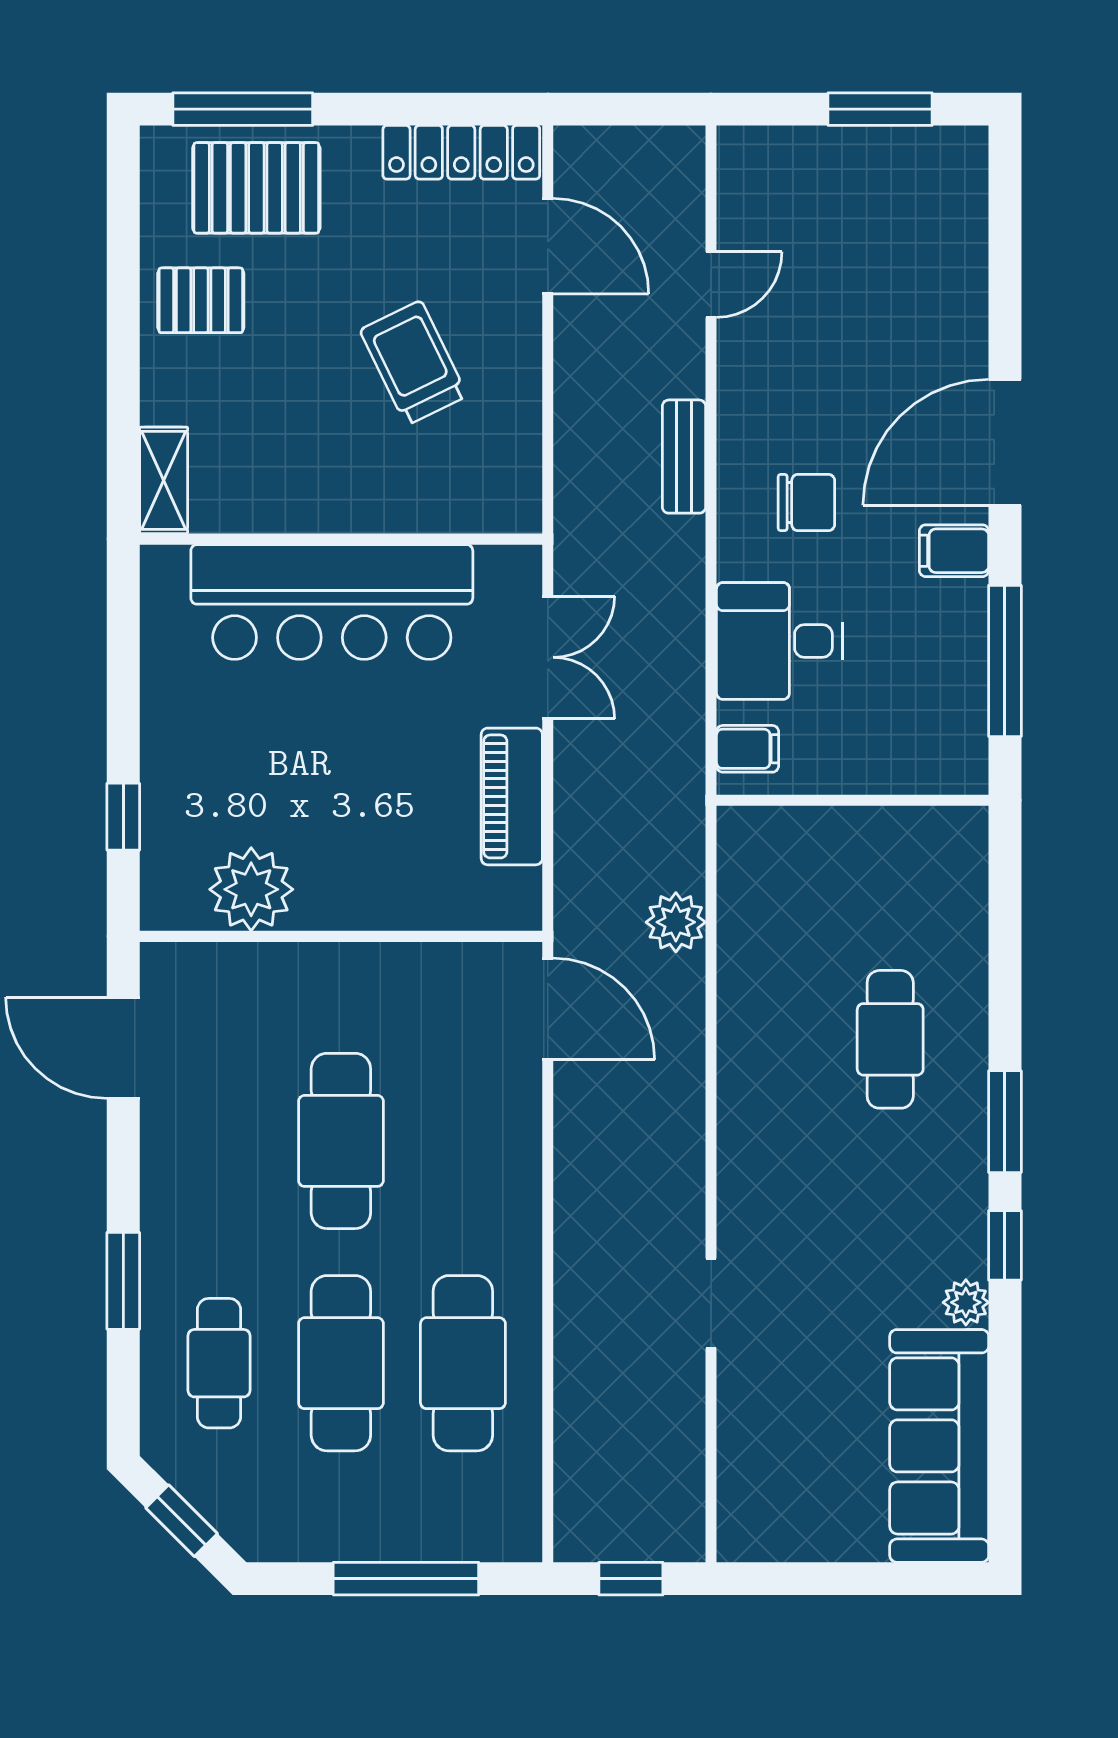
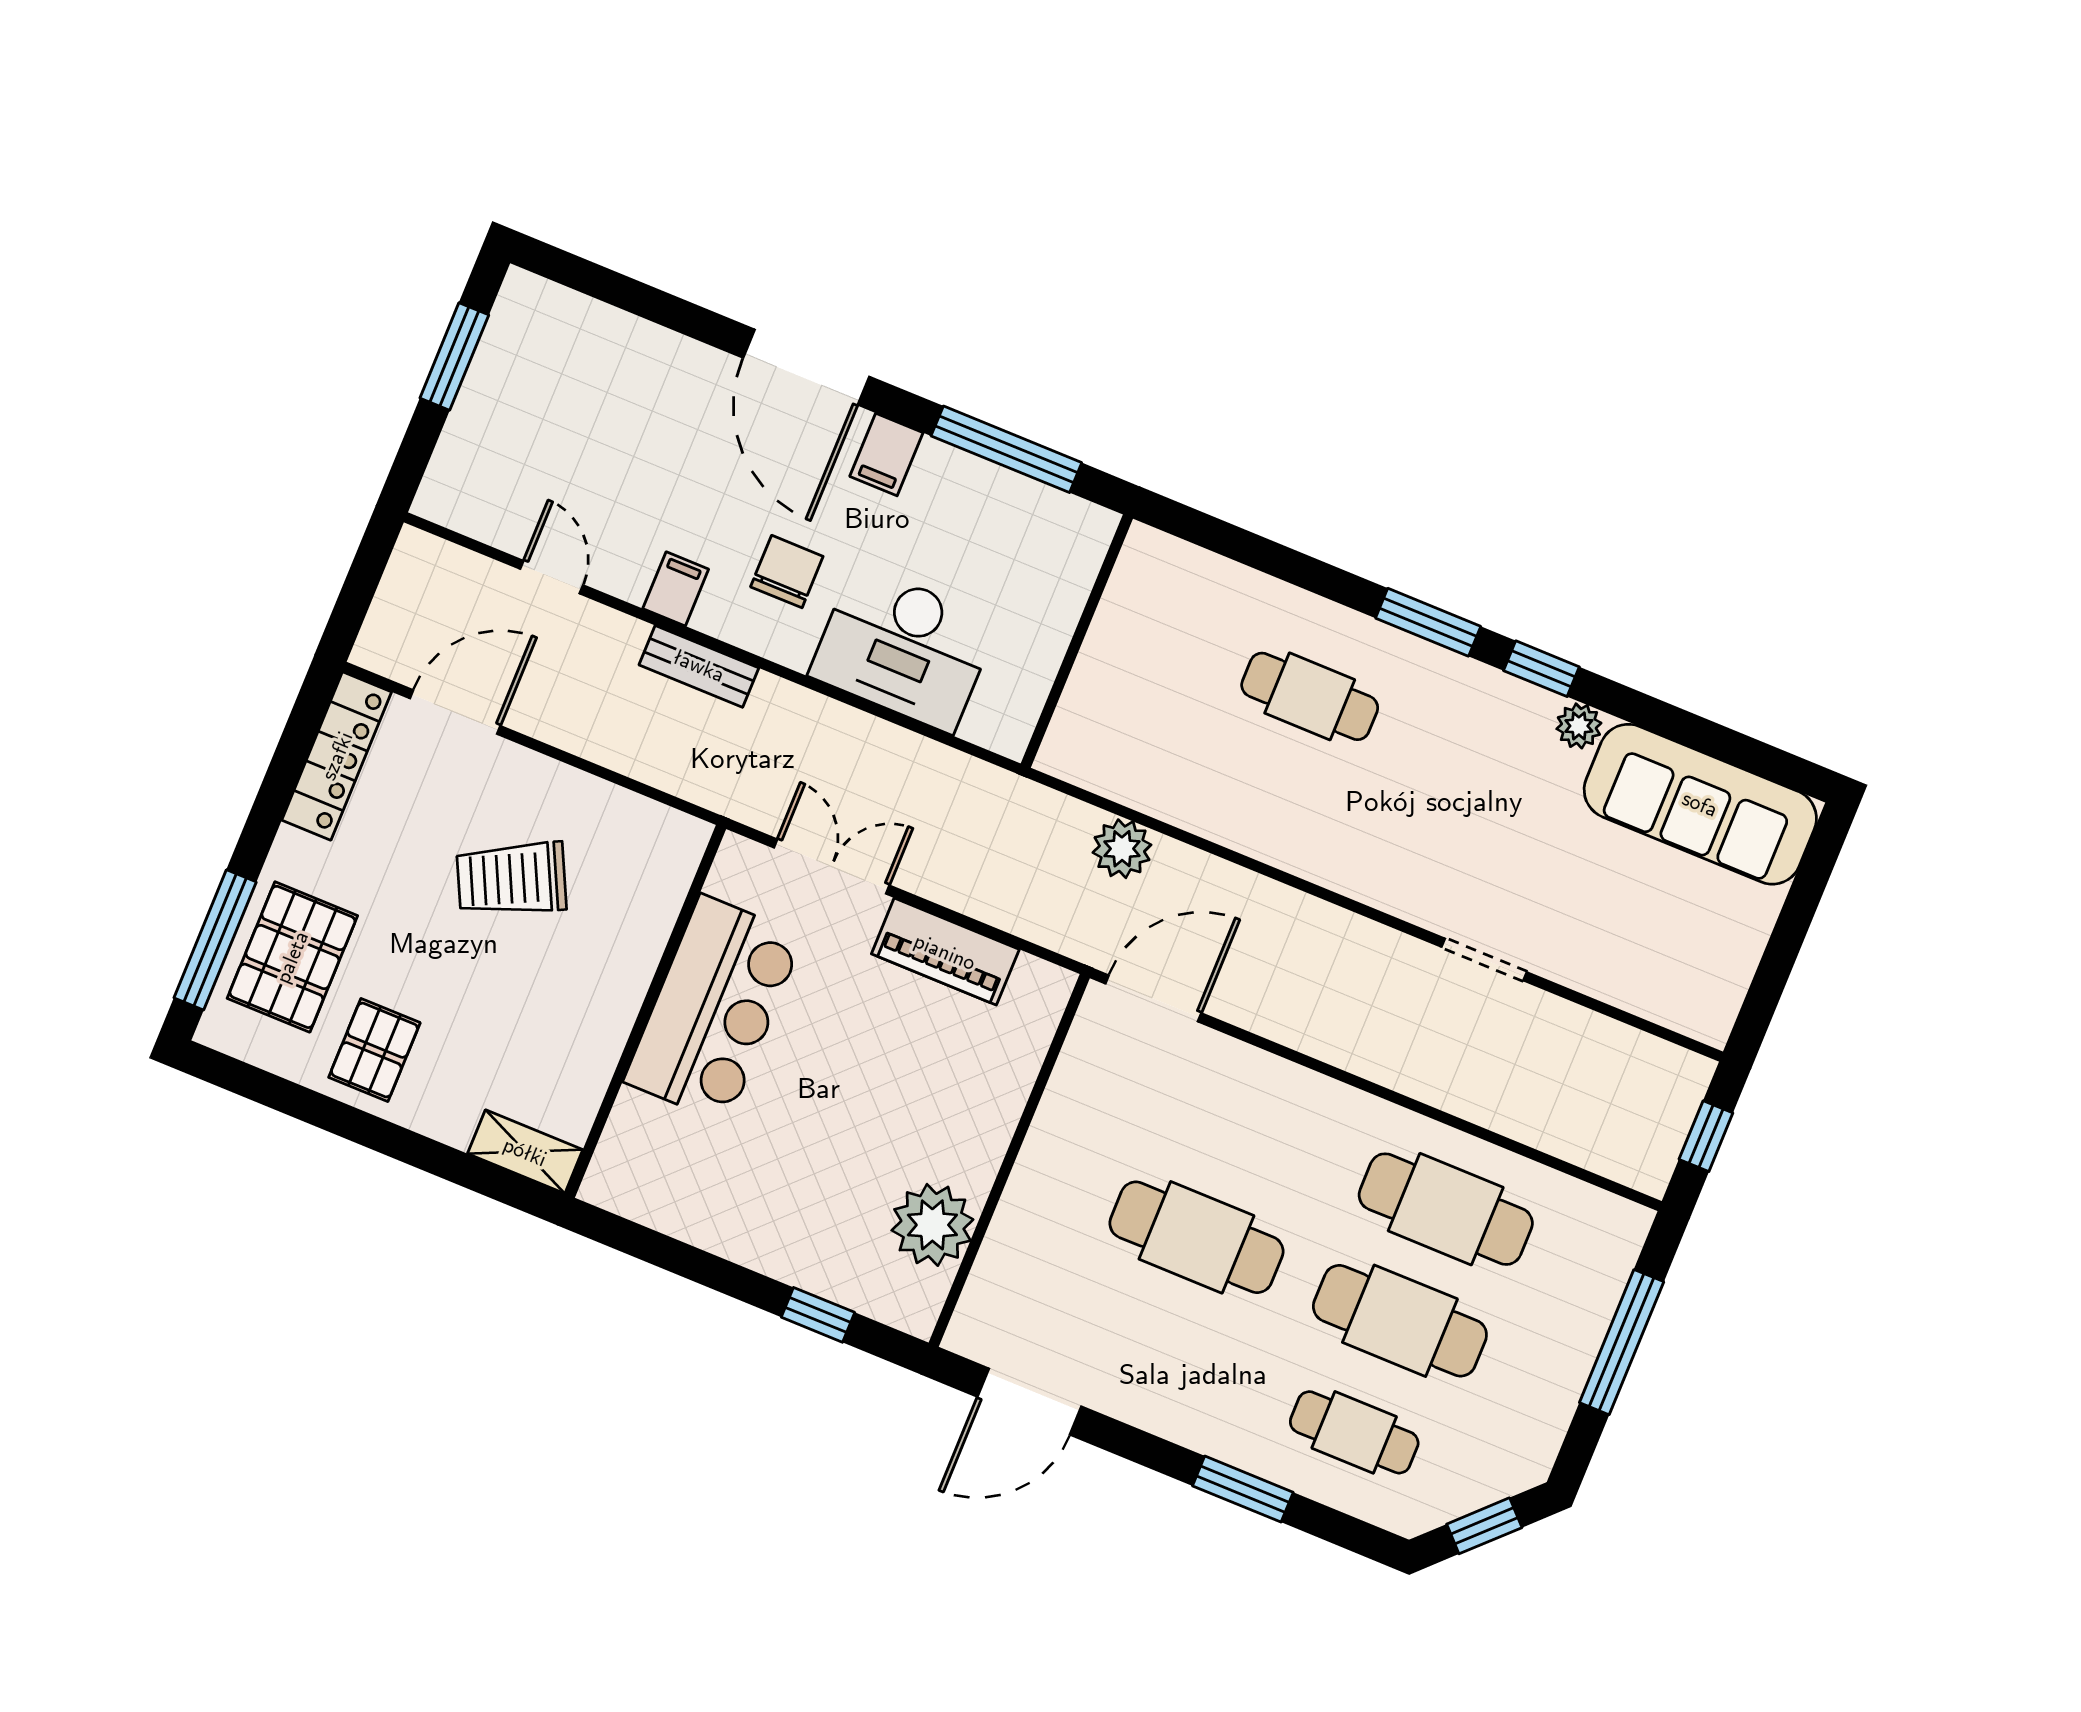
bar counter: (332, 602) -> (714, 1009), width x0.73
desk: (779, 641) -> (903, 648), width x1.37
filing cabinet: (748, 749) -> (676, 589), moved

